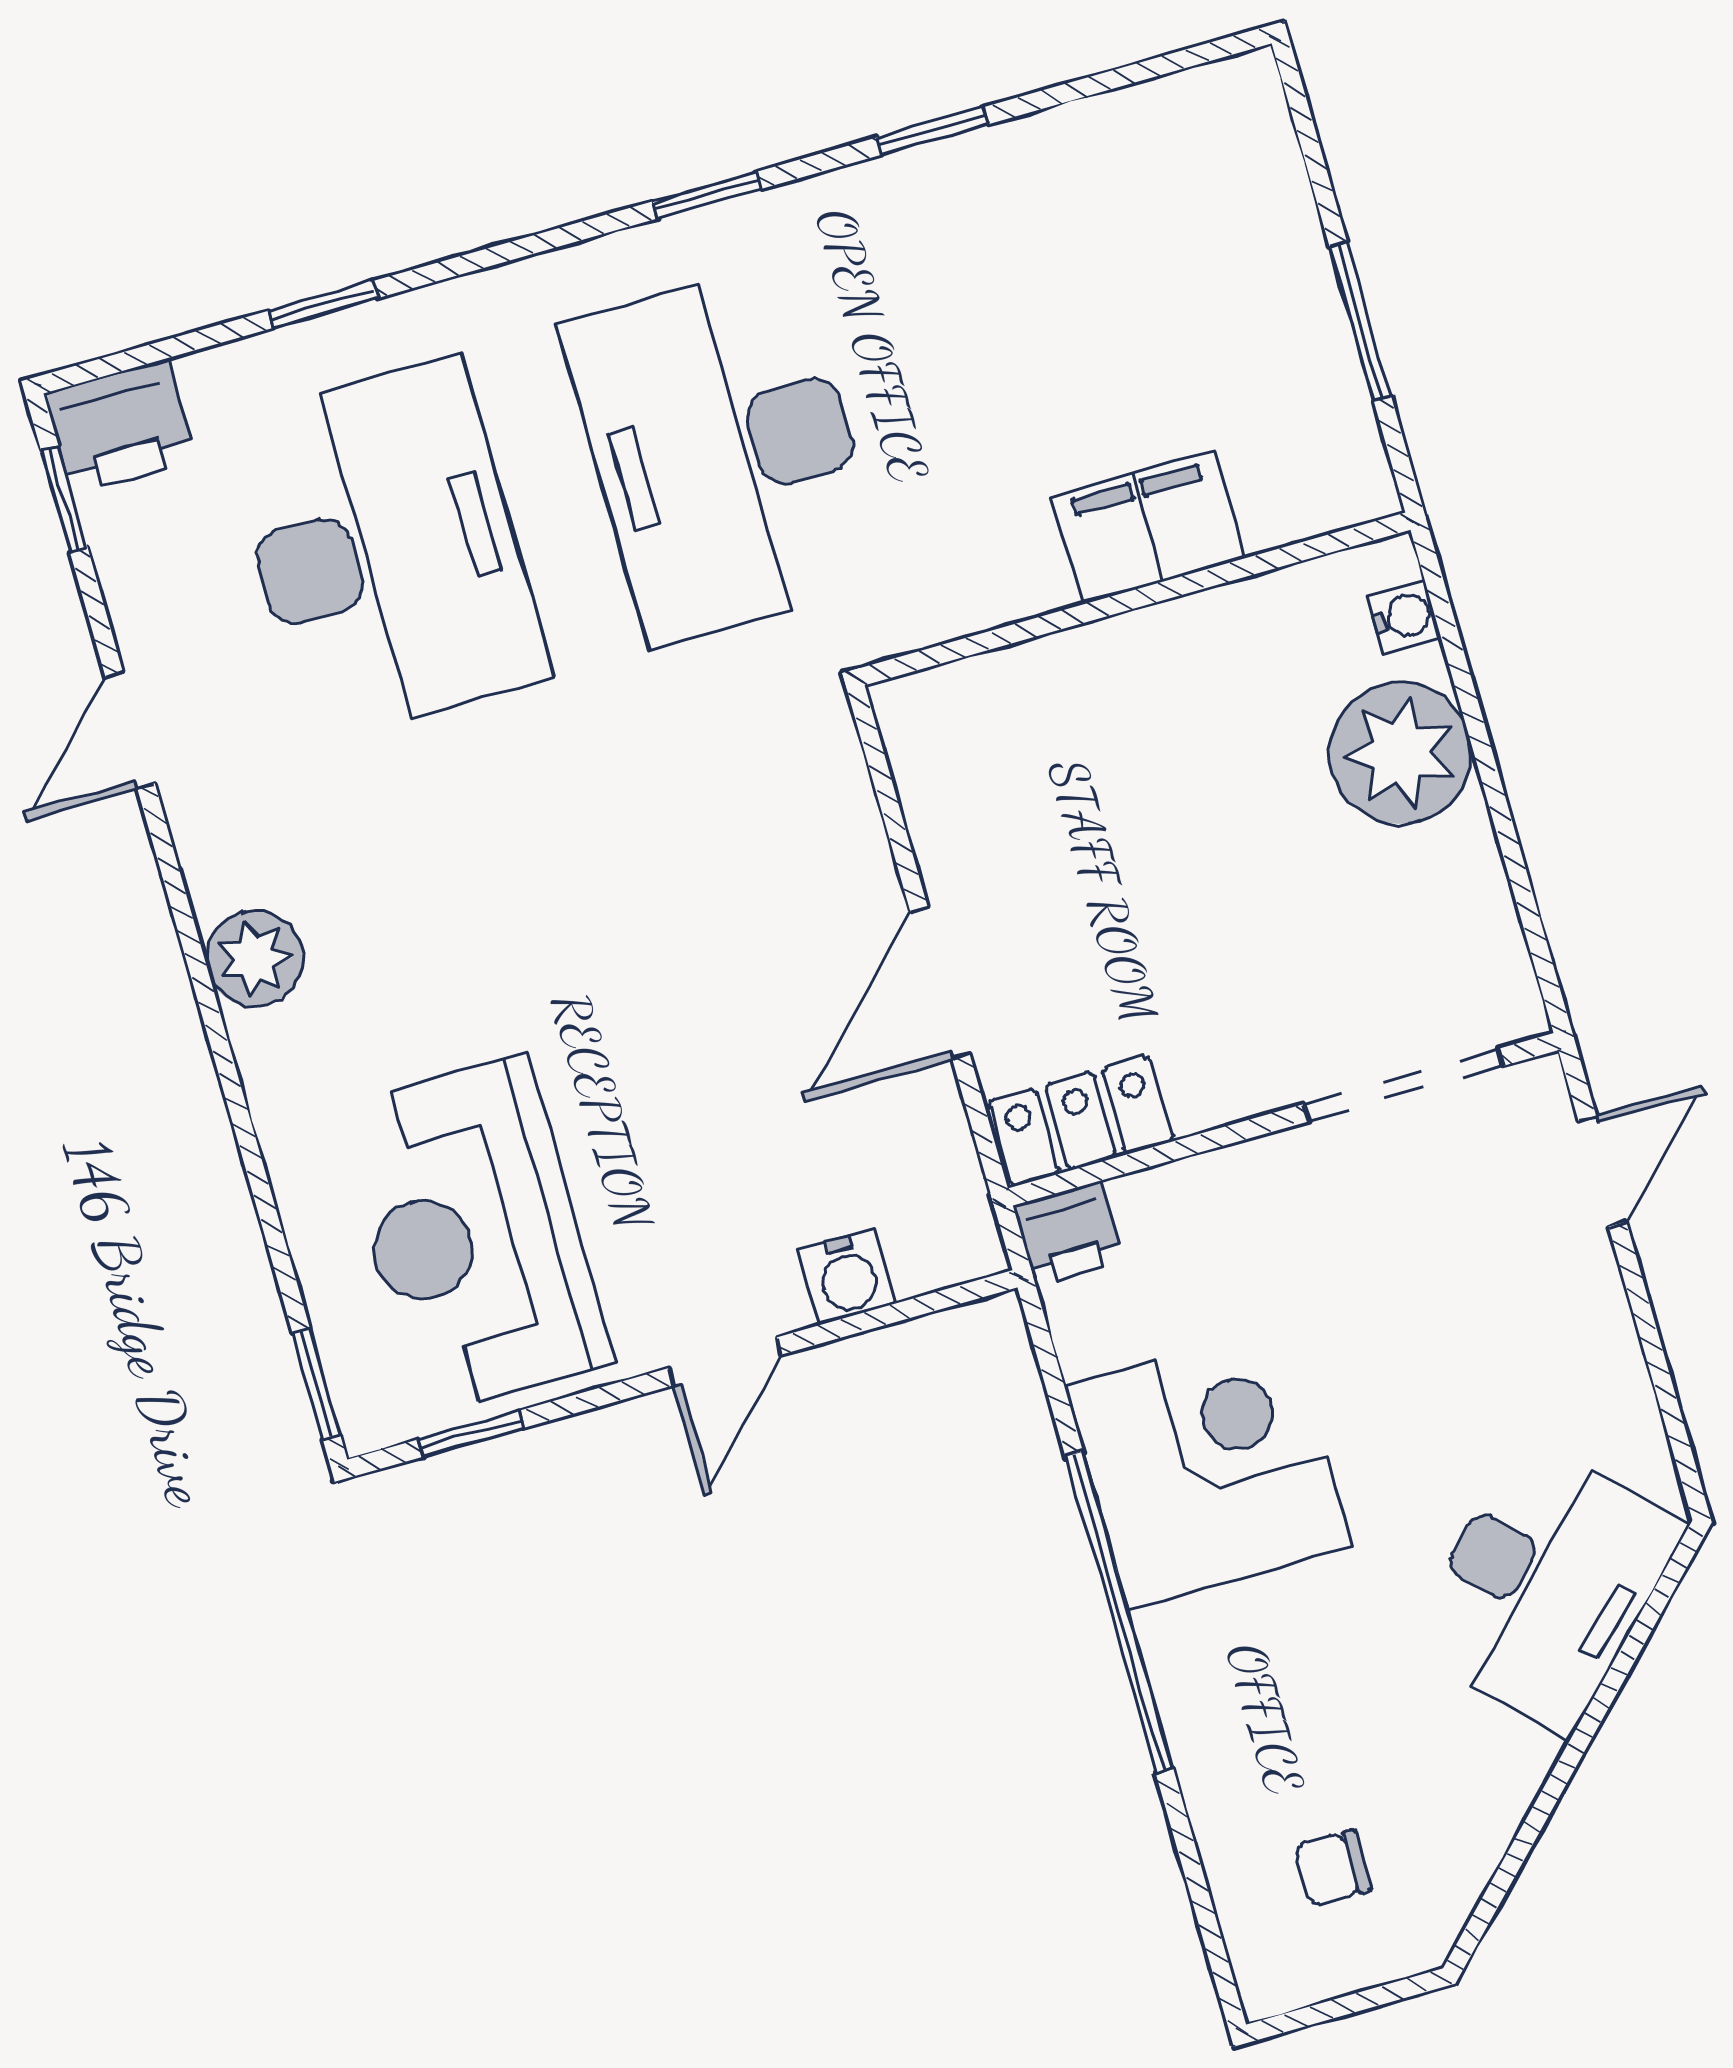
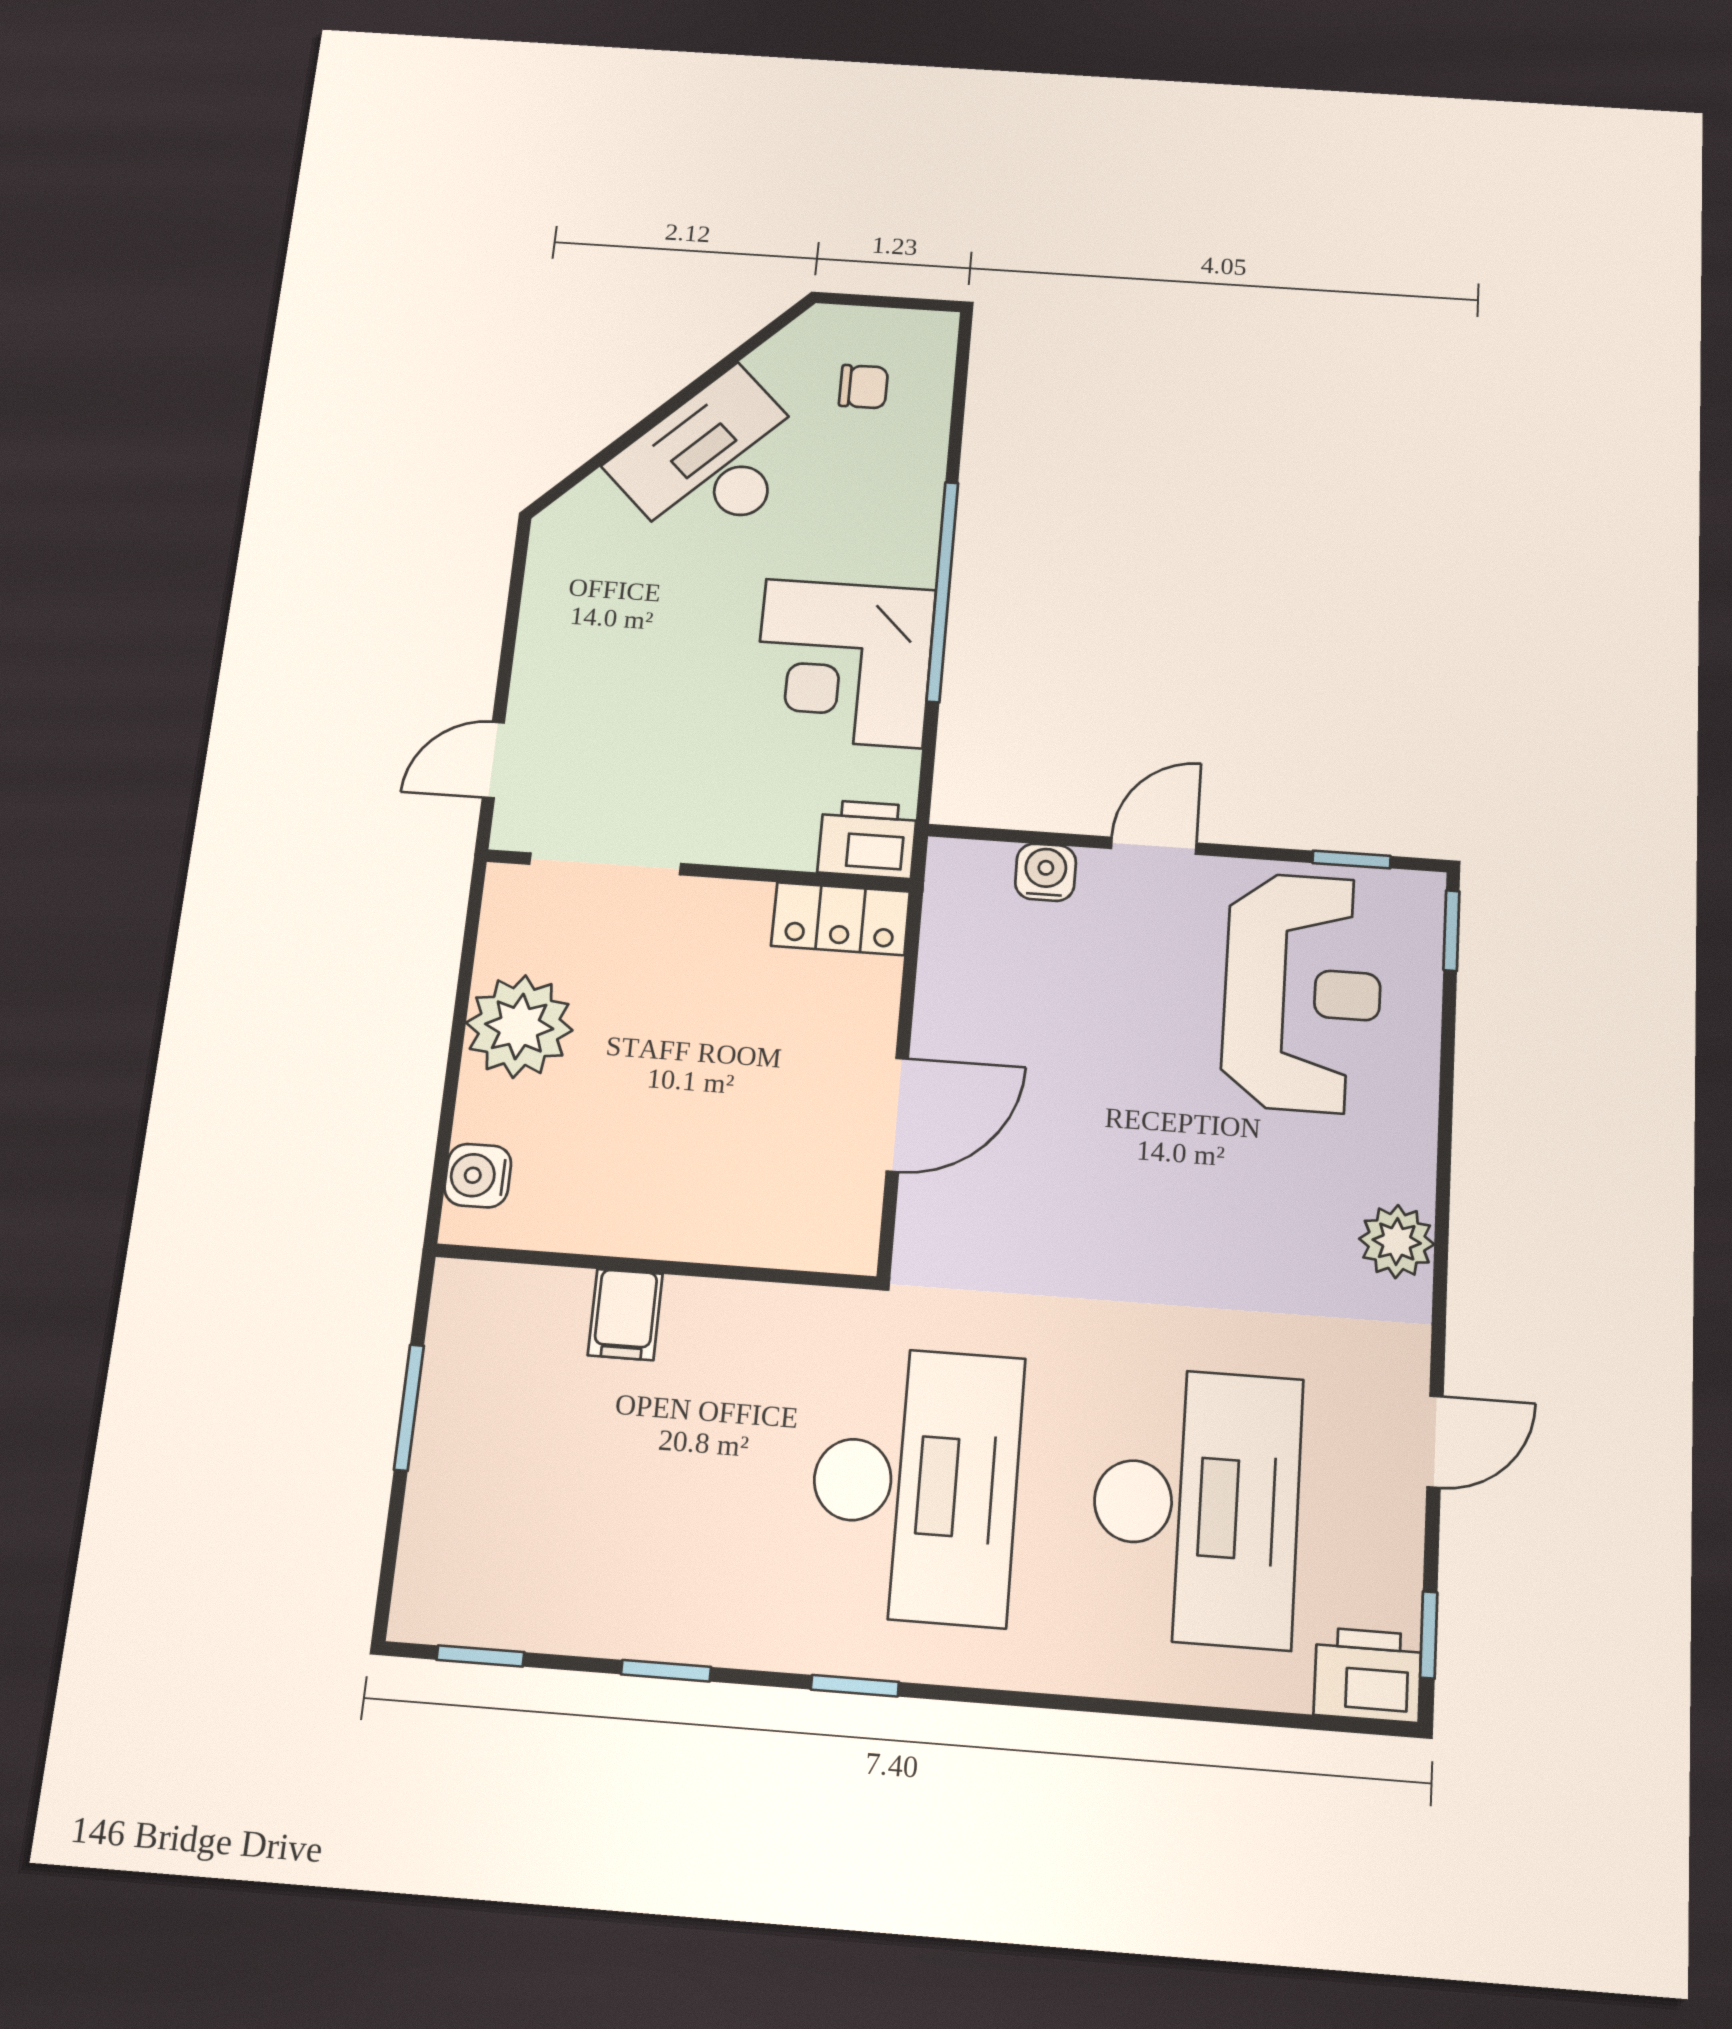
window: (323, 304) -> (480, 1656), moved
filing cabinet: (1148, 528) -> (625, 1314), width x0.50
desk: (385, 550) -> (1196, 1506), turned 180
water cooler: (1404, 617) -> (478, 1176), width x1.38, depth x1.38
plant: (1401, 753) -> (519, 1026), moved
door: (940, 983) -> (897, 1115), moved
printer: (1068, 1233) -> (867, 839), width x1.36, depth x1.24
desk: (1545, 1586) -> (713, 461), moved

